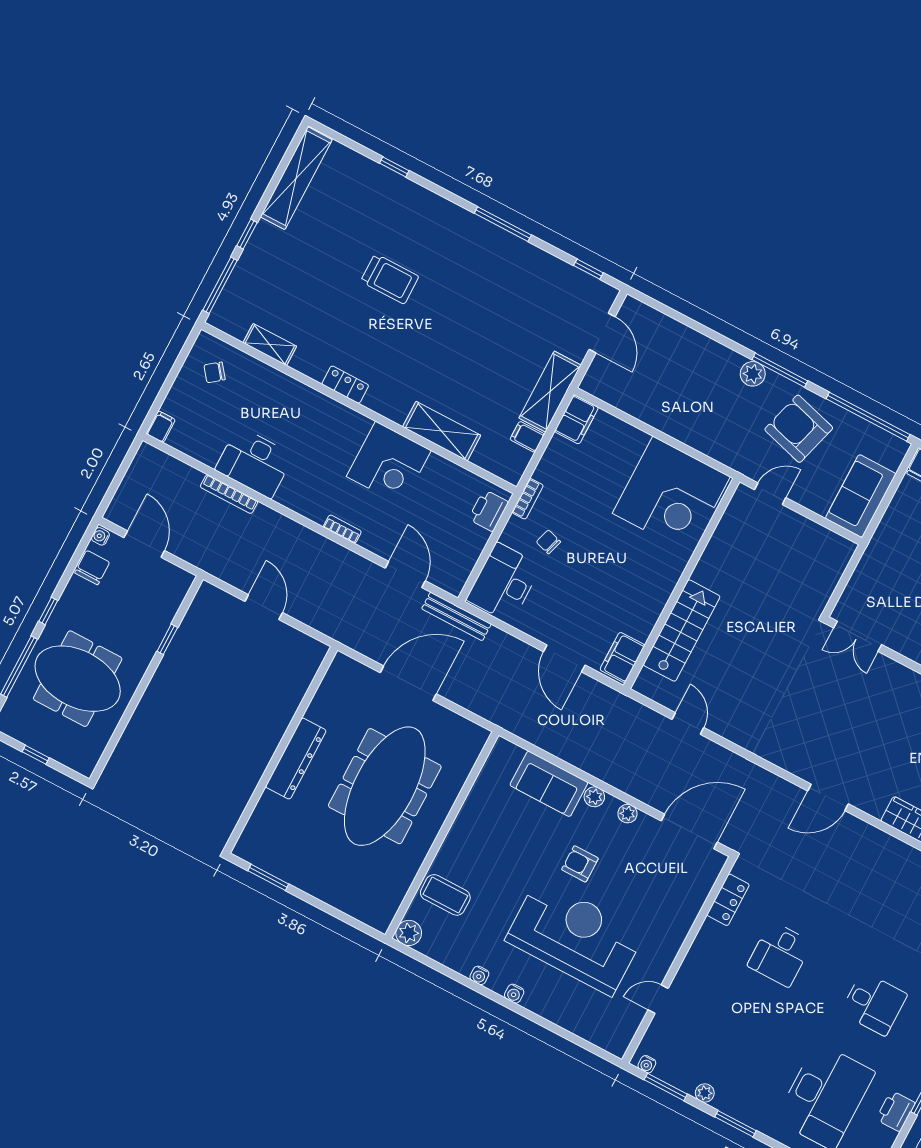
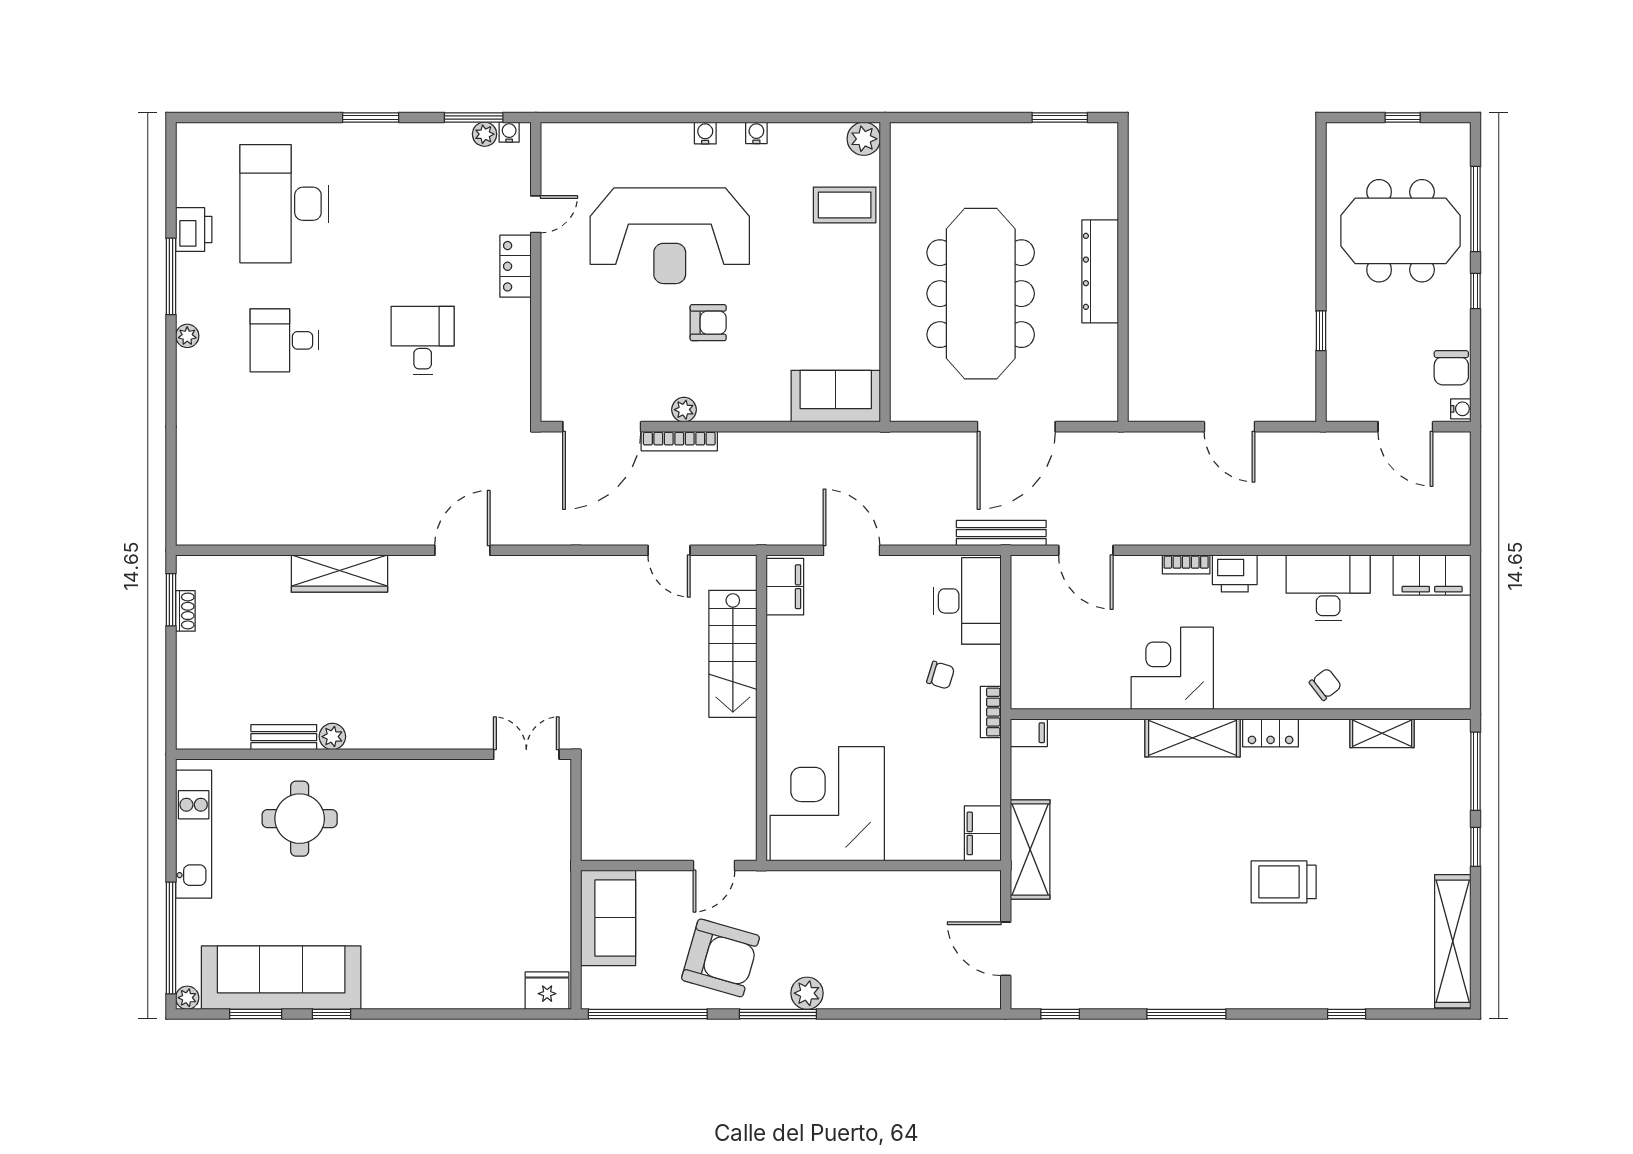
chair: (215, 372) -> (1325, 684), moved
filing cabinet: (161, 427) -> (1432, 575), width x3.00, depth x1.17
shelving: (442, 431) -> (1192, 738), moved
filing cabinet: (527, 437) -> (1029, 733), moved
bookcase: (229, 494) -> (679, 441), moved, turned 180
printer: (488, 511) -> (1235, 573), moved, turned 90
sofa: (549, 784) -> (836, 396), moved
plant: (594, 797) -> (732, 409), removed
locker: (728, 900) -> (515, 266), moved
plant: (705, 1093) -> (485, 134), moved

